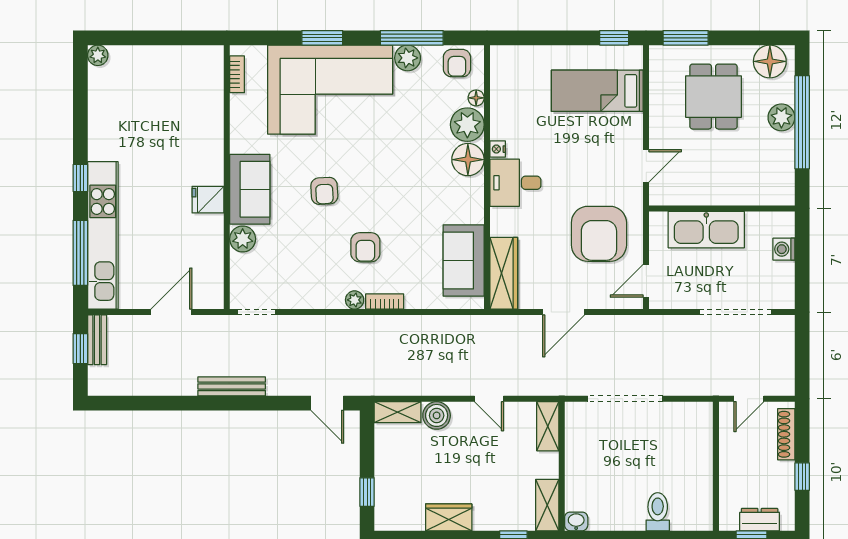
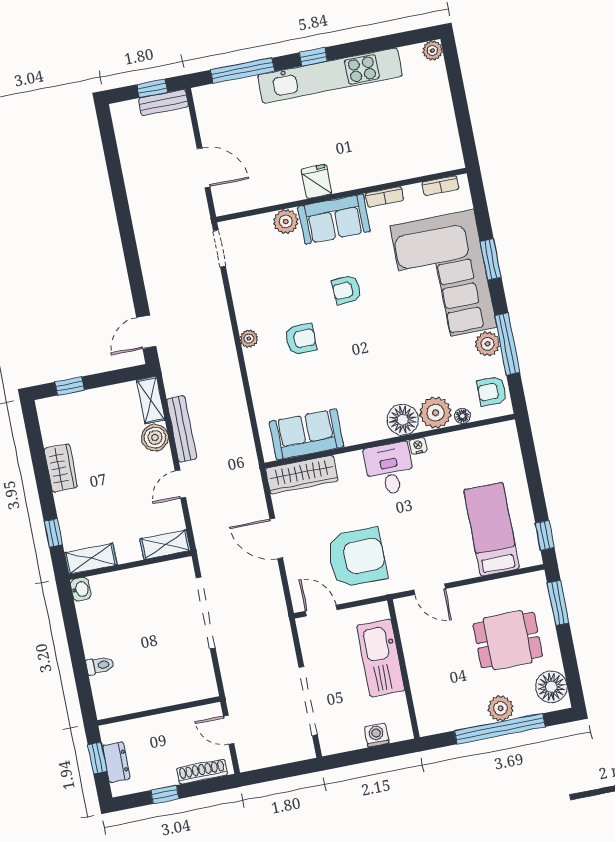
armchair: (599, 234) -> (357, 557), turned 180
kitchen unit: (103, 235) -> (330, 76), moved
armchair: (365, 247) -> (301, 339), turned 180
bookcase: (385, 302) -> (384, 197), moved, turned 90
bench: (232, 386) -> (182, 429), moved
toilet: (658, 512) -> (100, 665), width x0.73, depth x0.72

